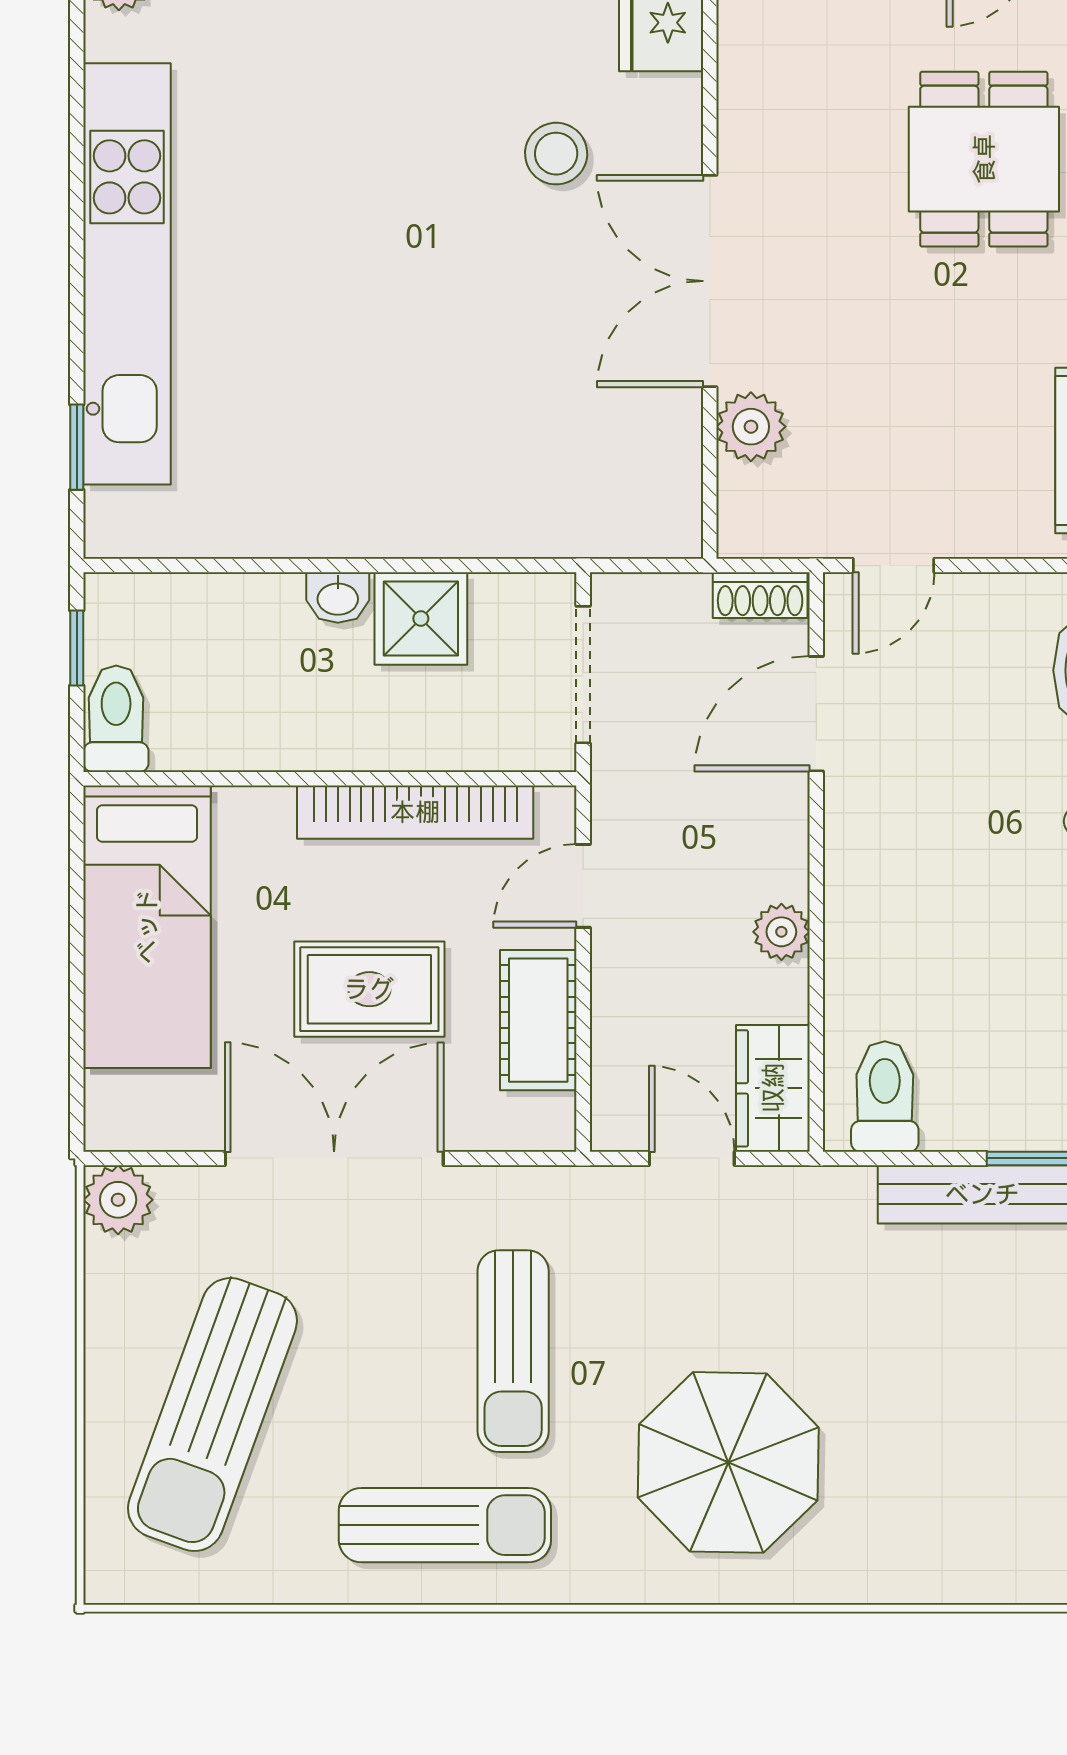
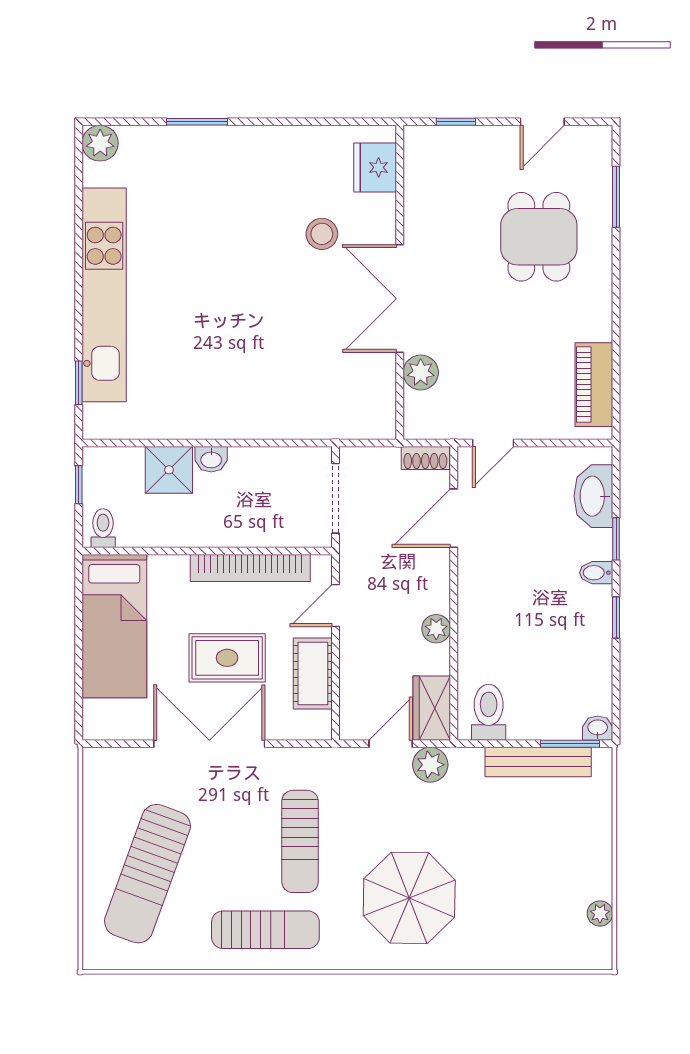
shower: (421, 619) -> (169, 470), moved
toilet: (116, 719) -> (103, 528), width x0.73, depth x0.72
door: (692, 1158) -> (391, 744), hinge flipped
plant: (118, 1200) -> (430, 765), moved

